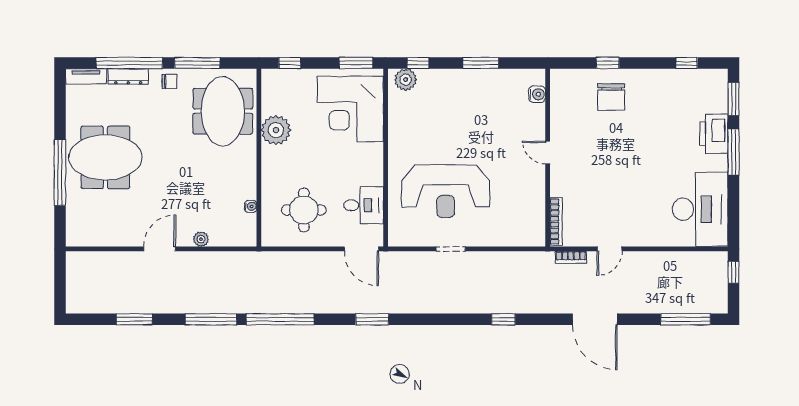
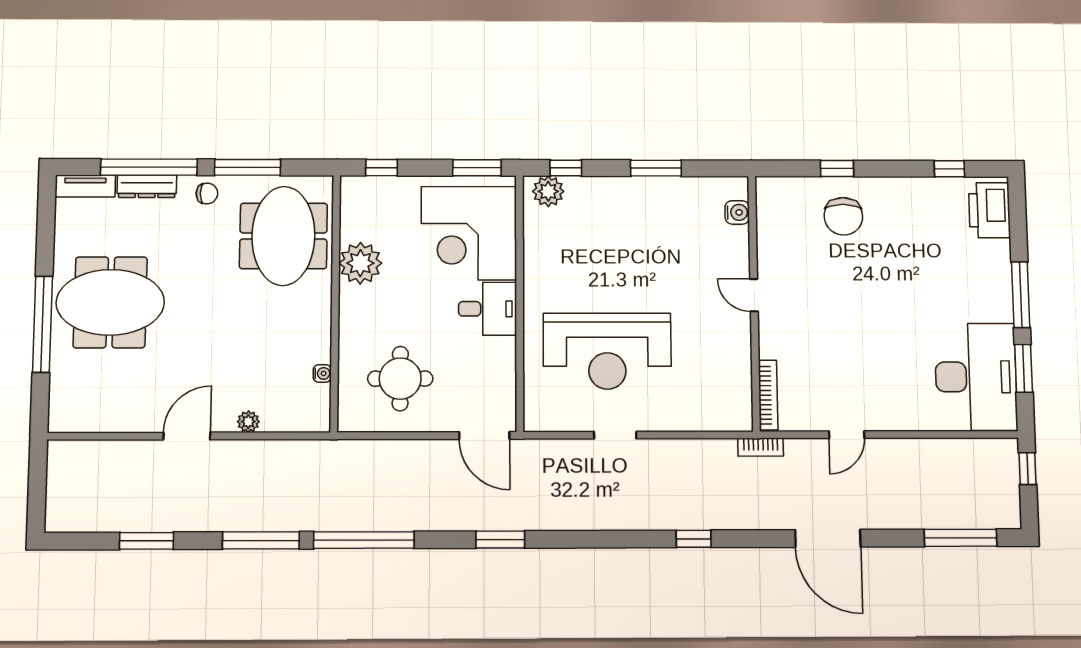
window: (734, 99) -> (1024, 368), moved
printer: (714, 134) -> (989, 210), moved
desk: (363, 205) -> (487, 309), moved
bookcase: (571, 257) -> (761, 447), moved

